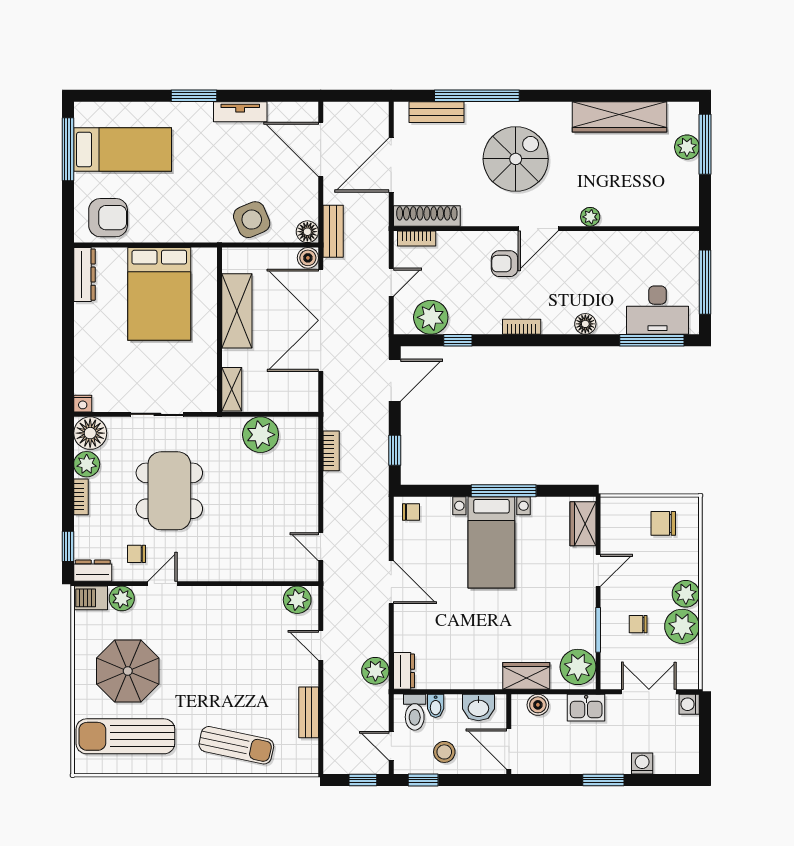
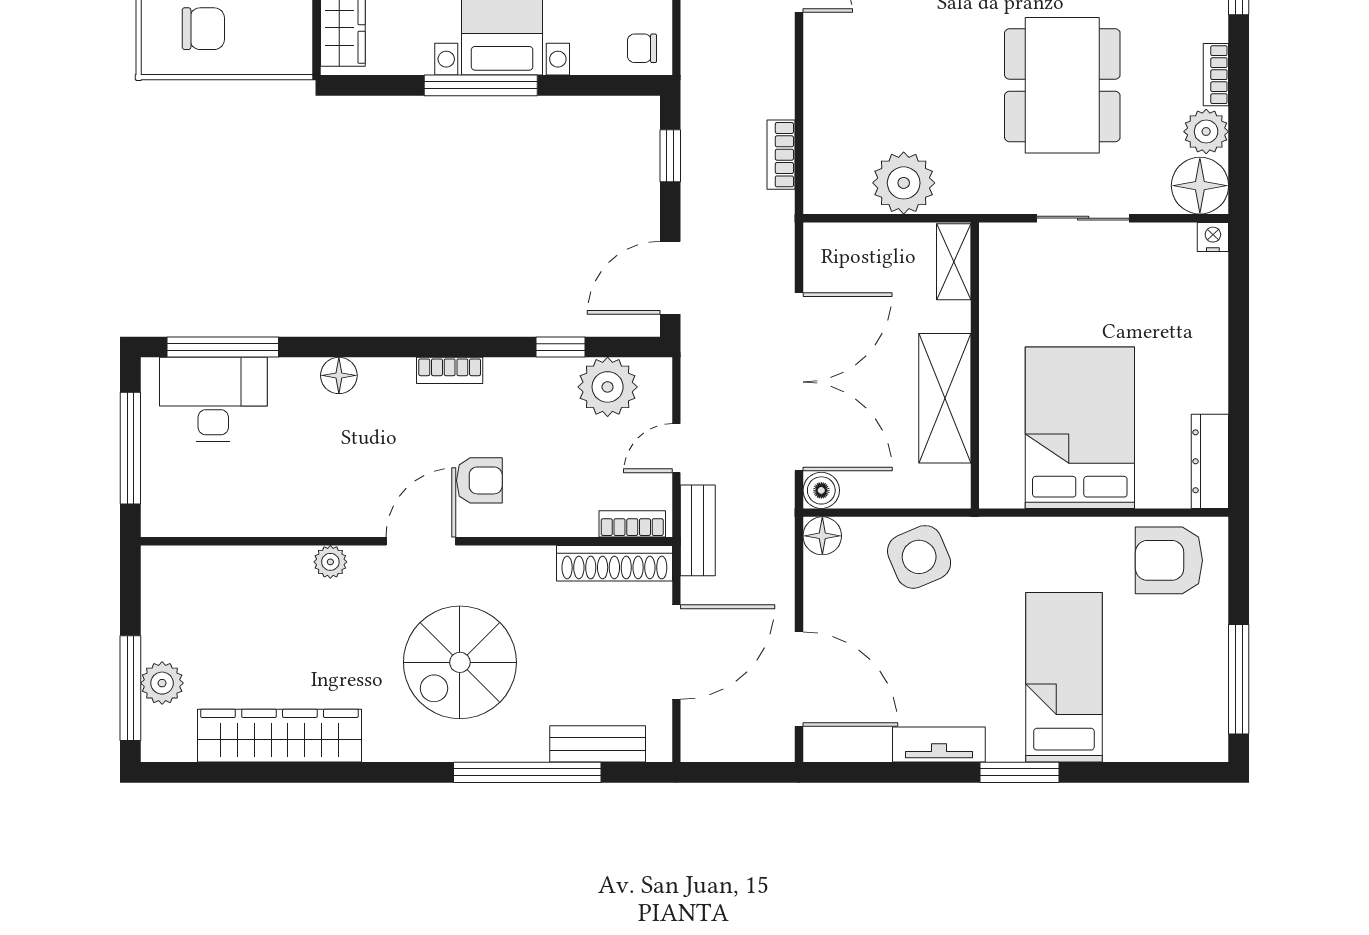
bed: (123, 149) -> (1064, 677), moved, turned 90
bench: (333, 231) -> (698, 530), moved

